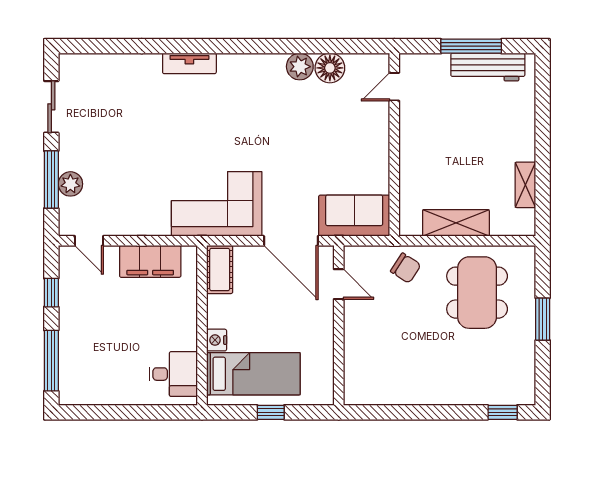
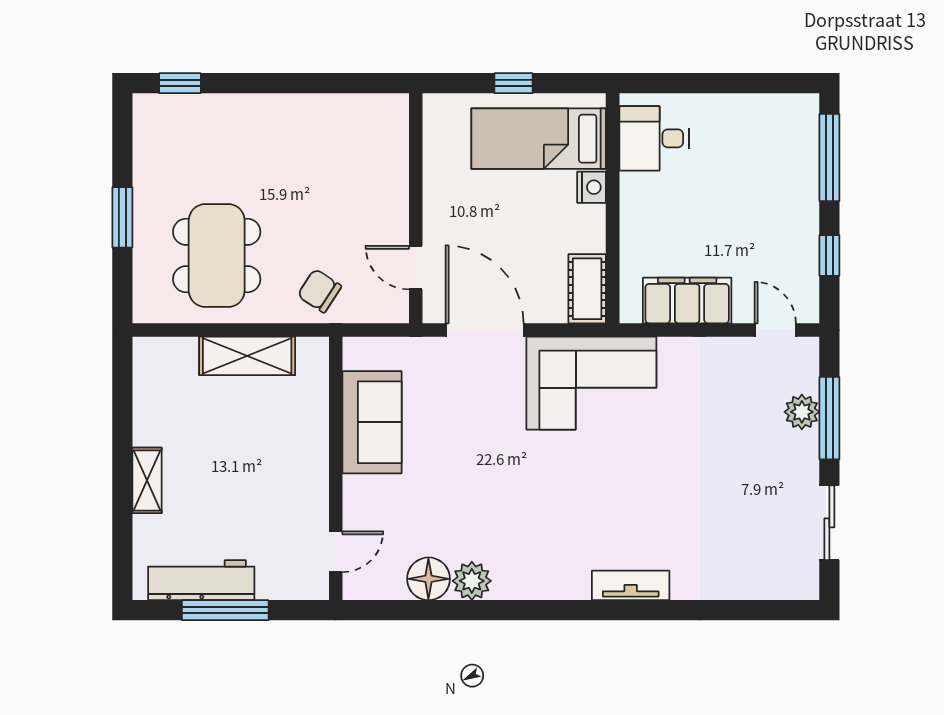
shelving: (525, 185) -> (147, 480), moved
sofa: (354, 216) -> (372, 422), moved, turned -90

